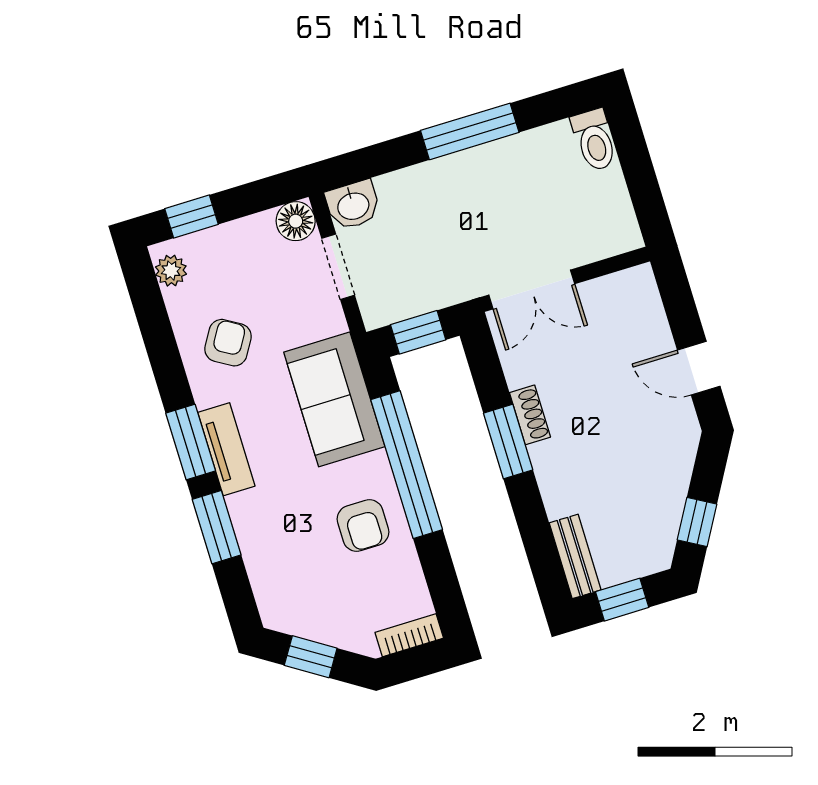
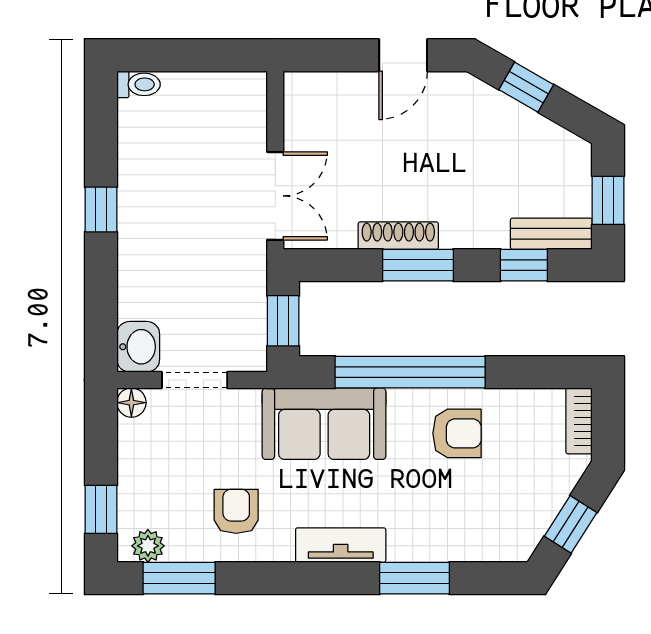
window: (470, 131) -> (101, 209), width x0.46
toilet: (594, 140) -> (138, 84), width x0.73, depth x0.72
floor lamp: (296, 221) -> (131, 403), width x0.73, depth x0.73
armchair: (228, 343) -> (236, 511), turned 59
shoe rack: (530, 415) -> (398, 236), width x1.43
window: (191, 442) -> (179, 578), moved
window: (697, 522) -> (526, 87), moved
window: (538, 540) -> (524, 265), added

